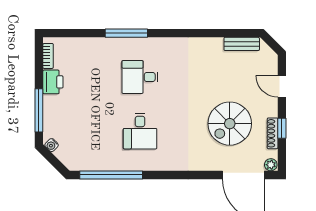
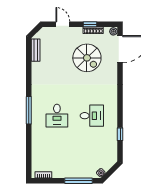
window: (126, 33) -> (29, 110), moved
printer: (53, 82) -> (60, 172), removed
door: (282, 86) -> (63, 24), swing flipped
window: (111, 175) -> (120, 134), width x0.32

